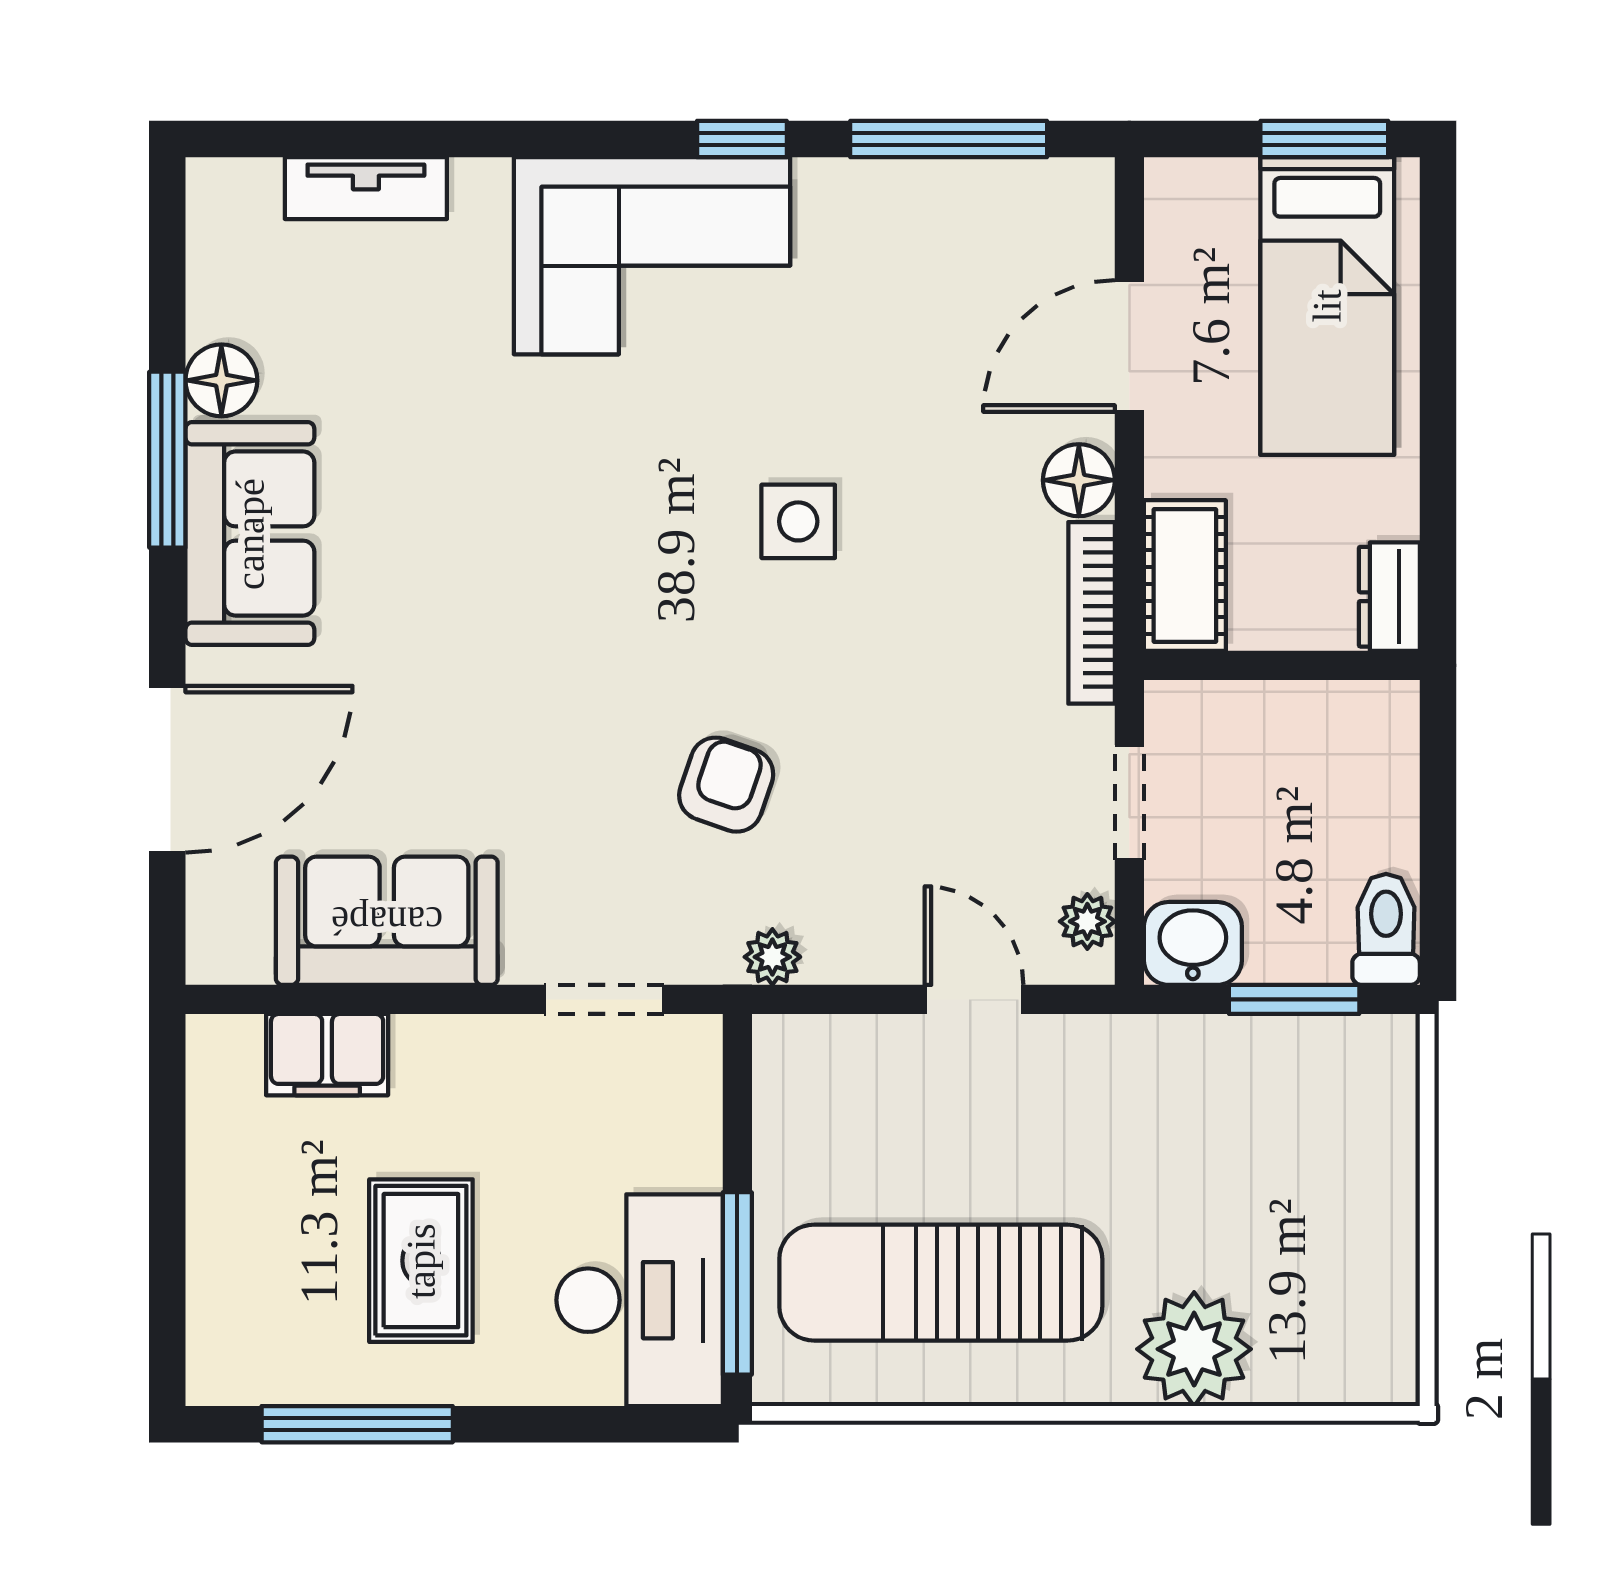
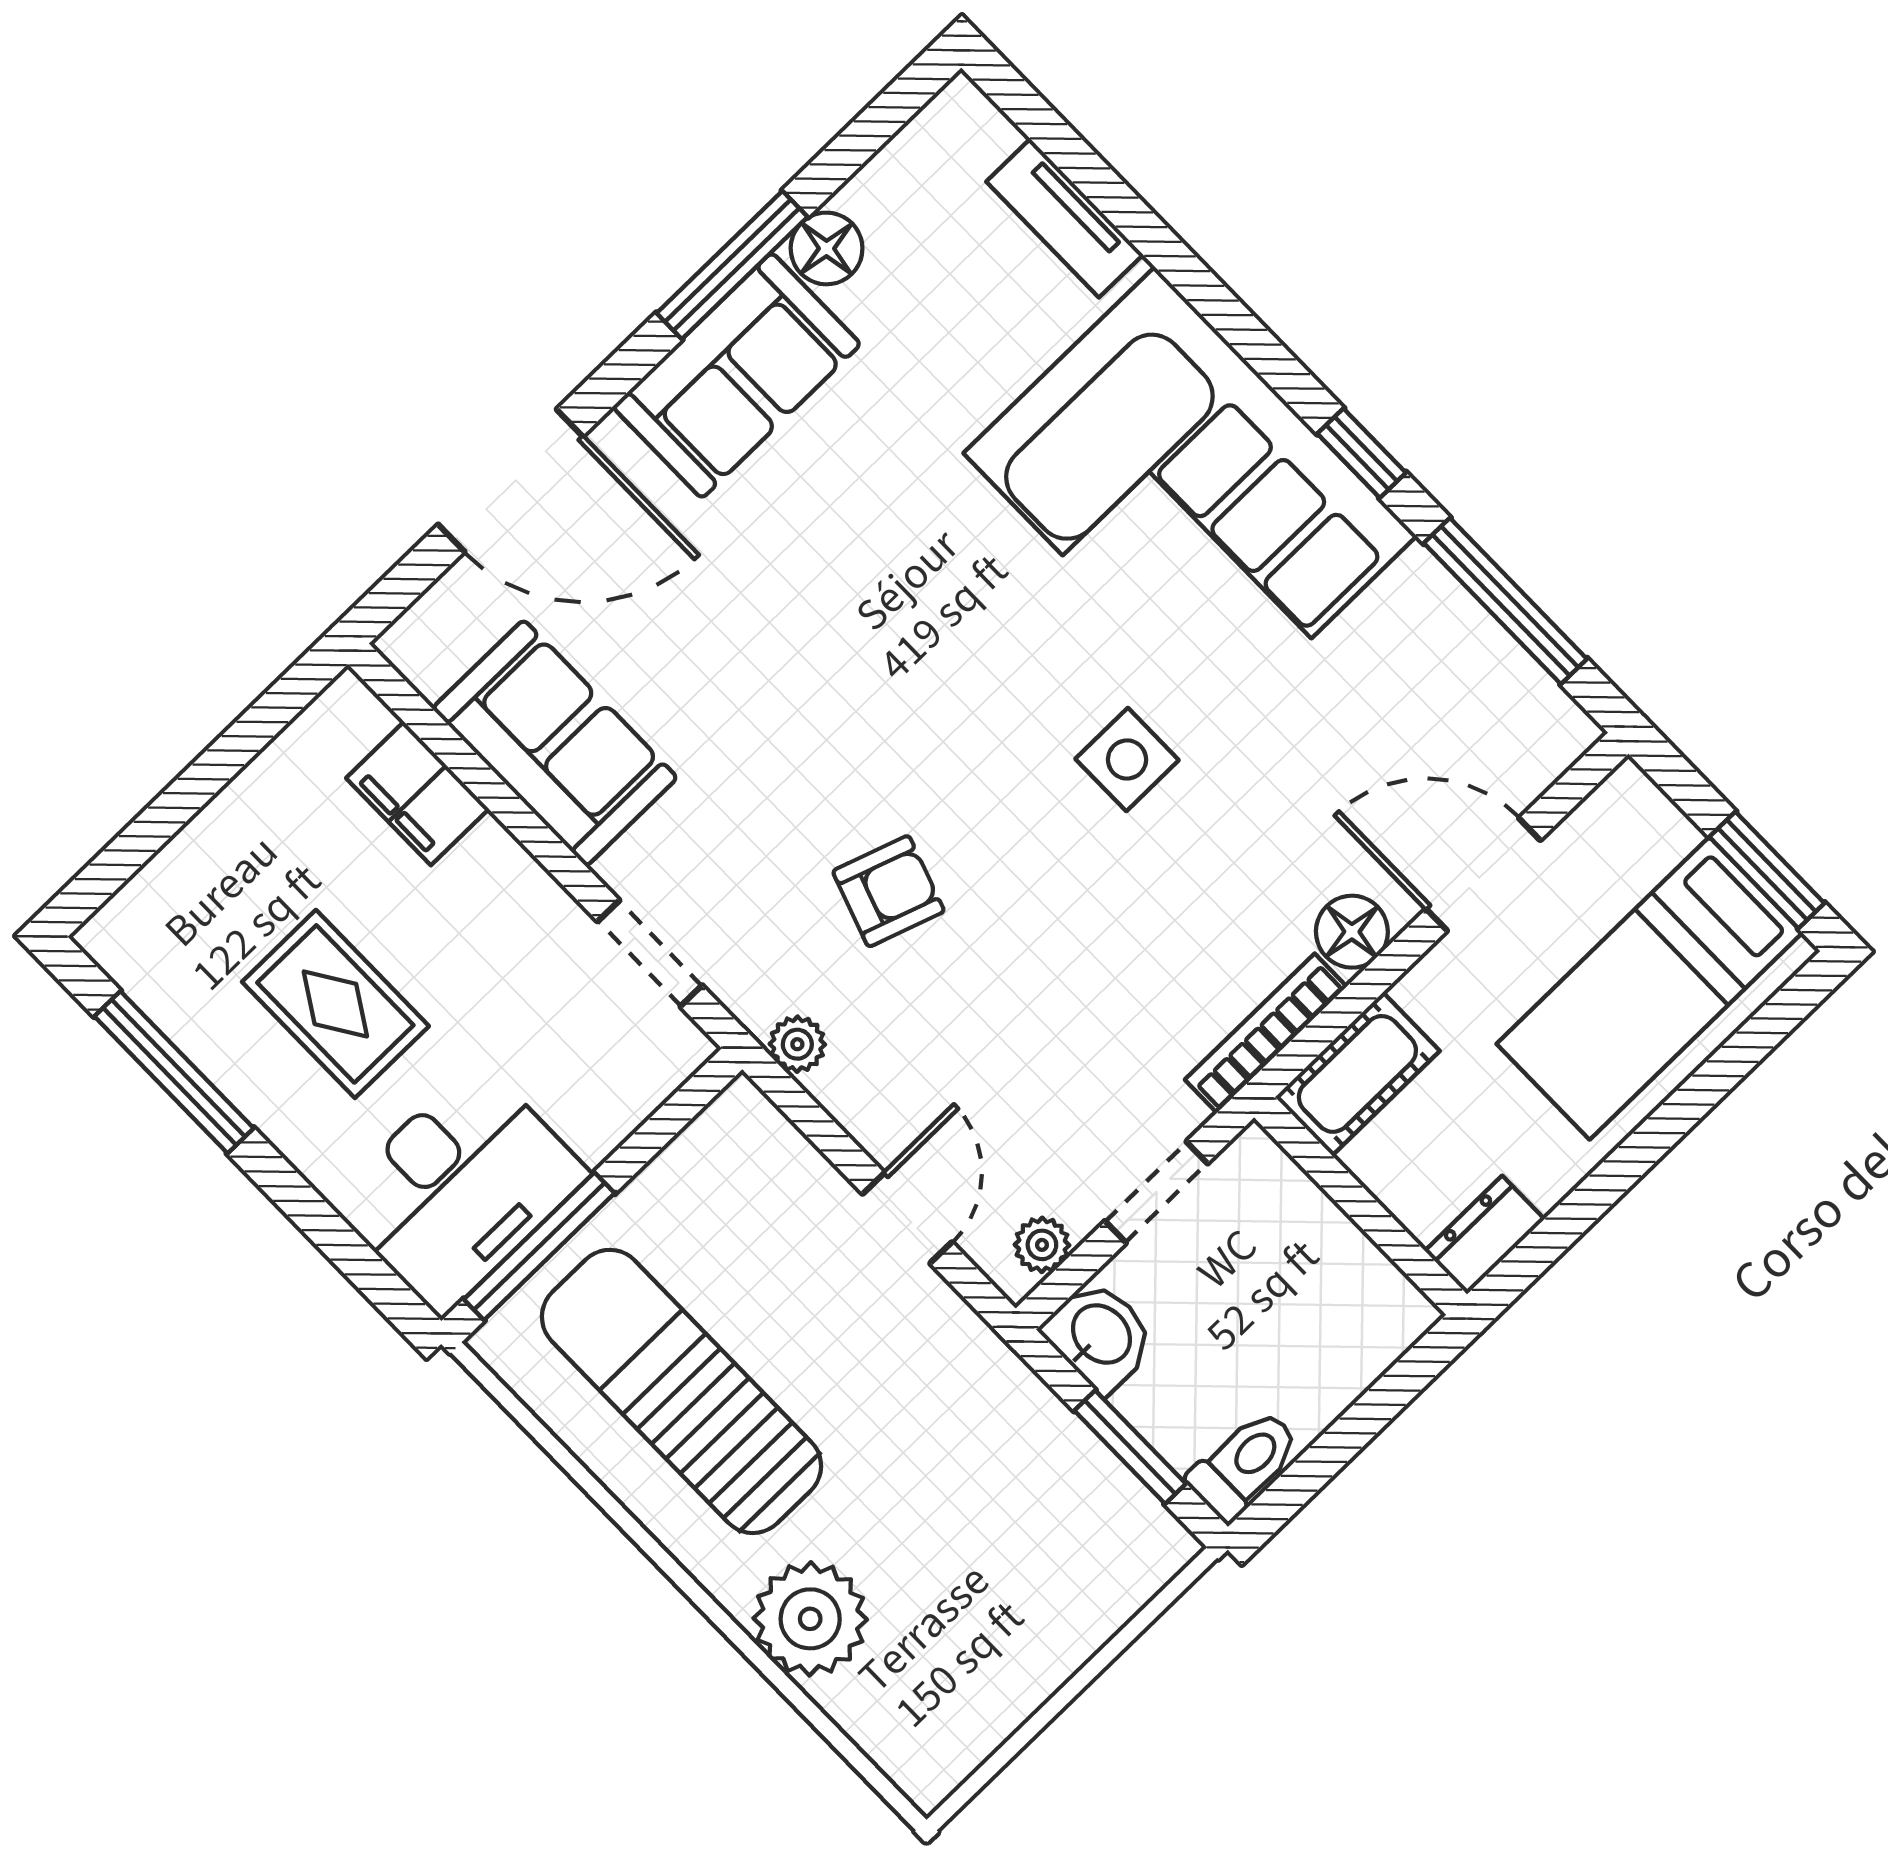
corner sofa: (652, 256) -> (1190, 495), width x1.36, depth x1.36
rug: (421, 1261) -> (335, 1004), turned 90

